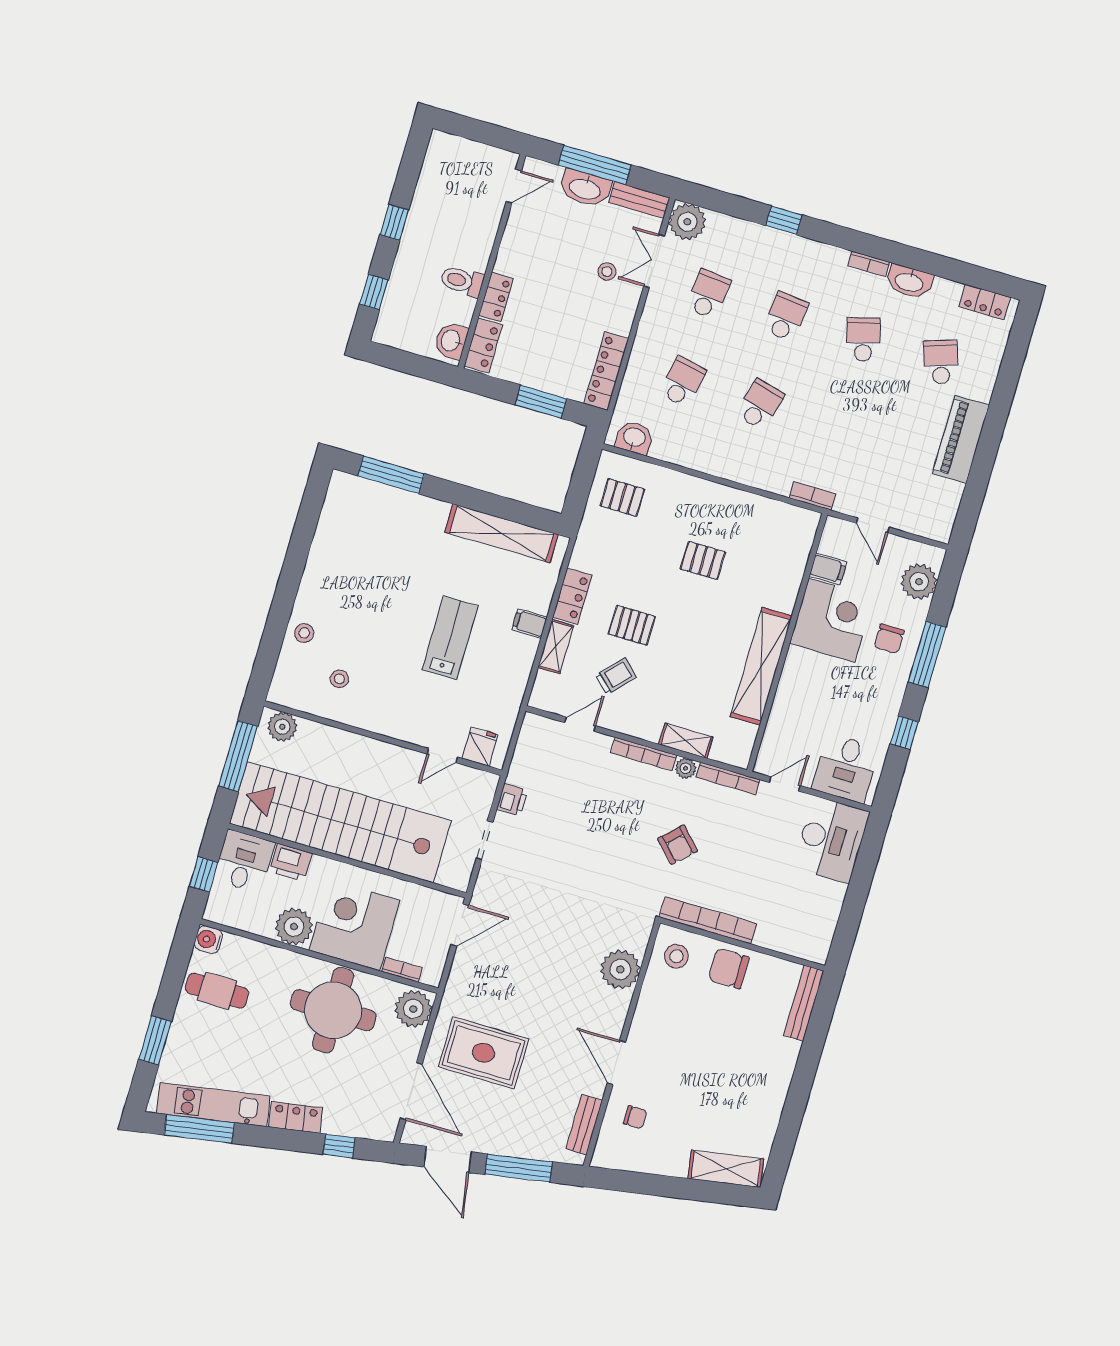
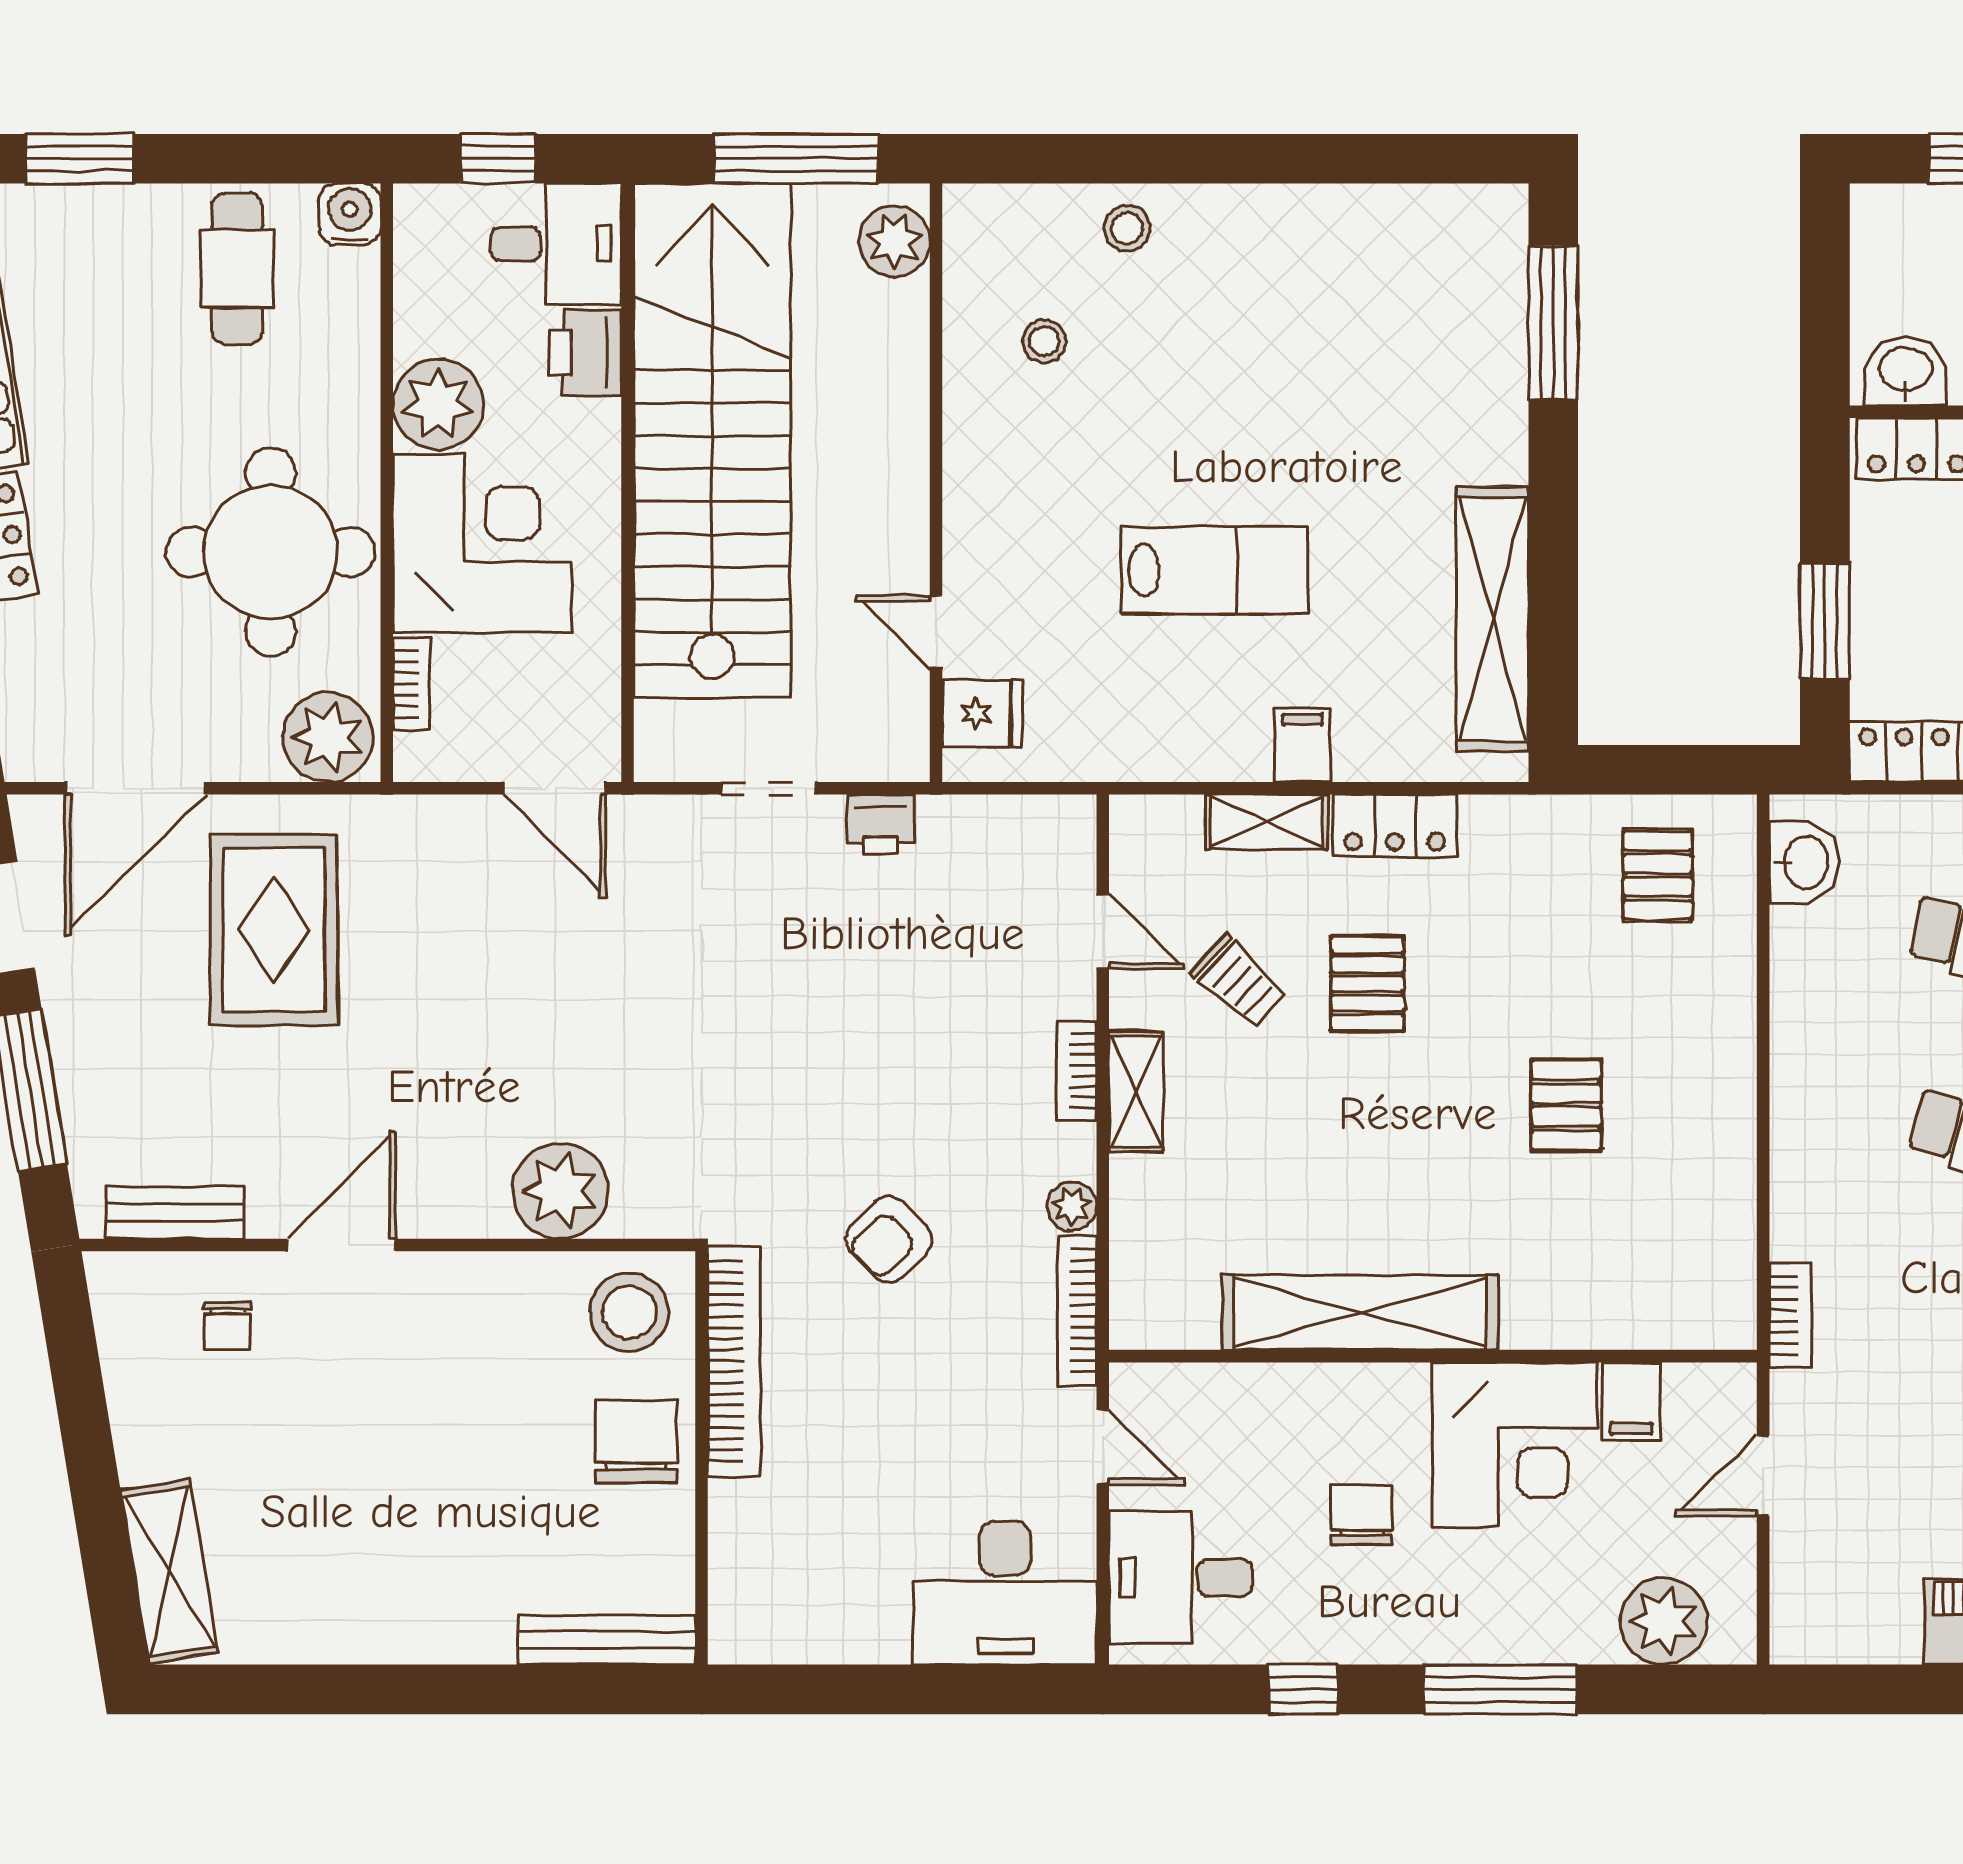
chair: (889, 639) -> (1362, 1515), moved, turned 90
shelving: (686, 741) -> (1136, 1092), moved
bookcase: (644, 754) -> (1077, 1071), width x0.64
stool: (676, 956) -> (629, 1312), width x1.38, depth x1.38

